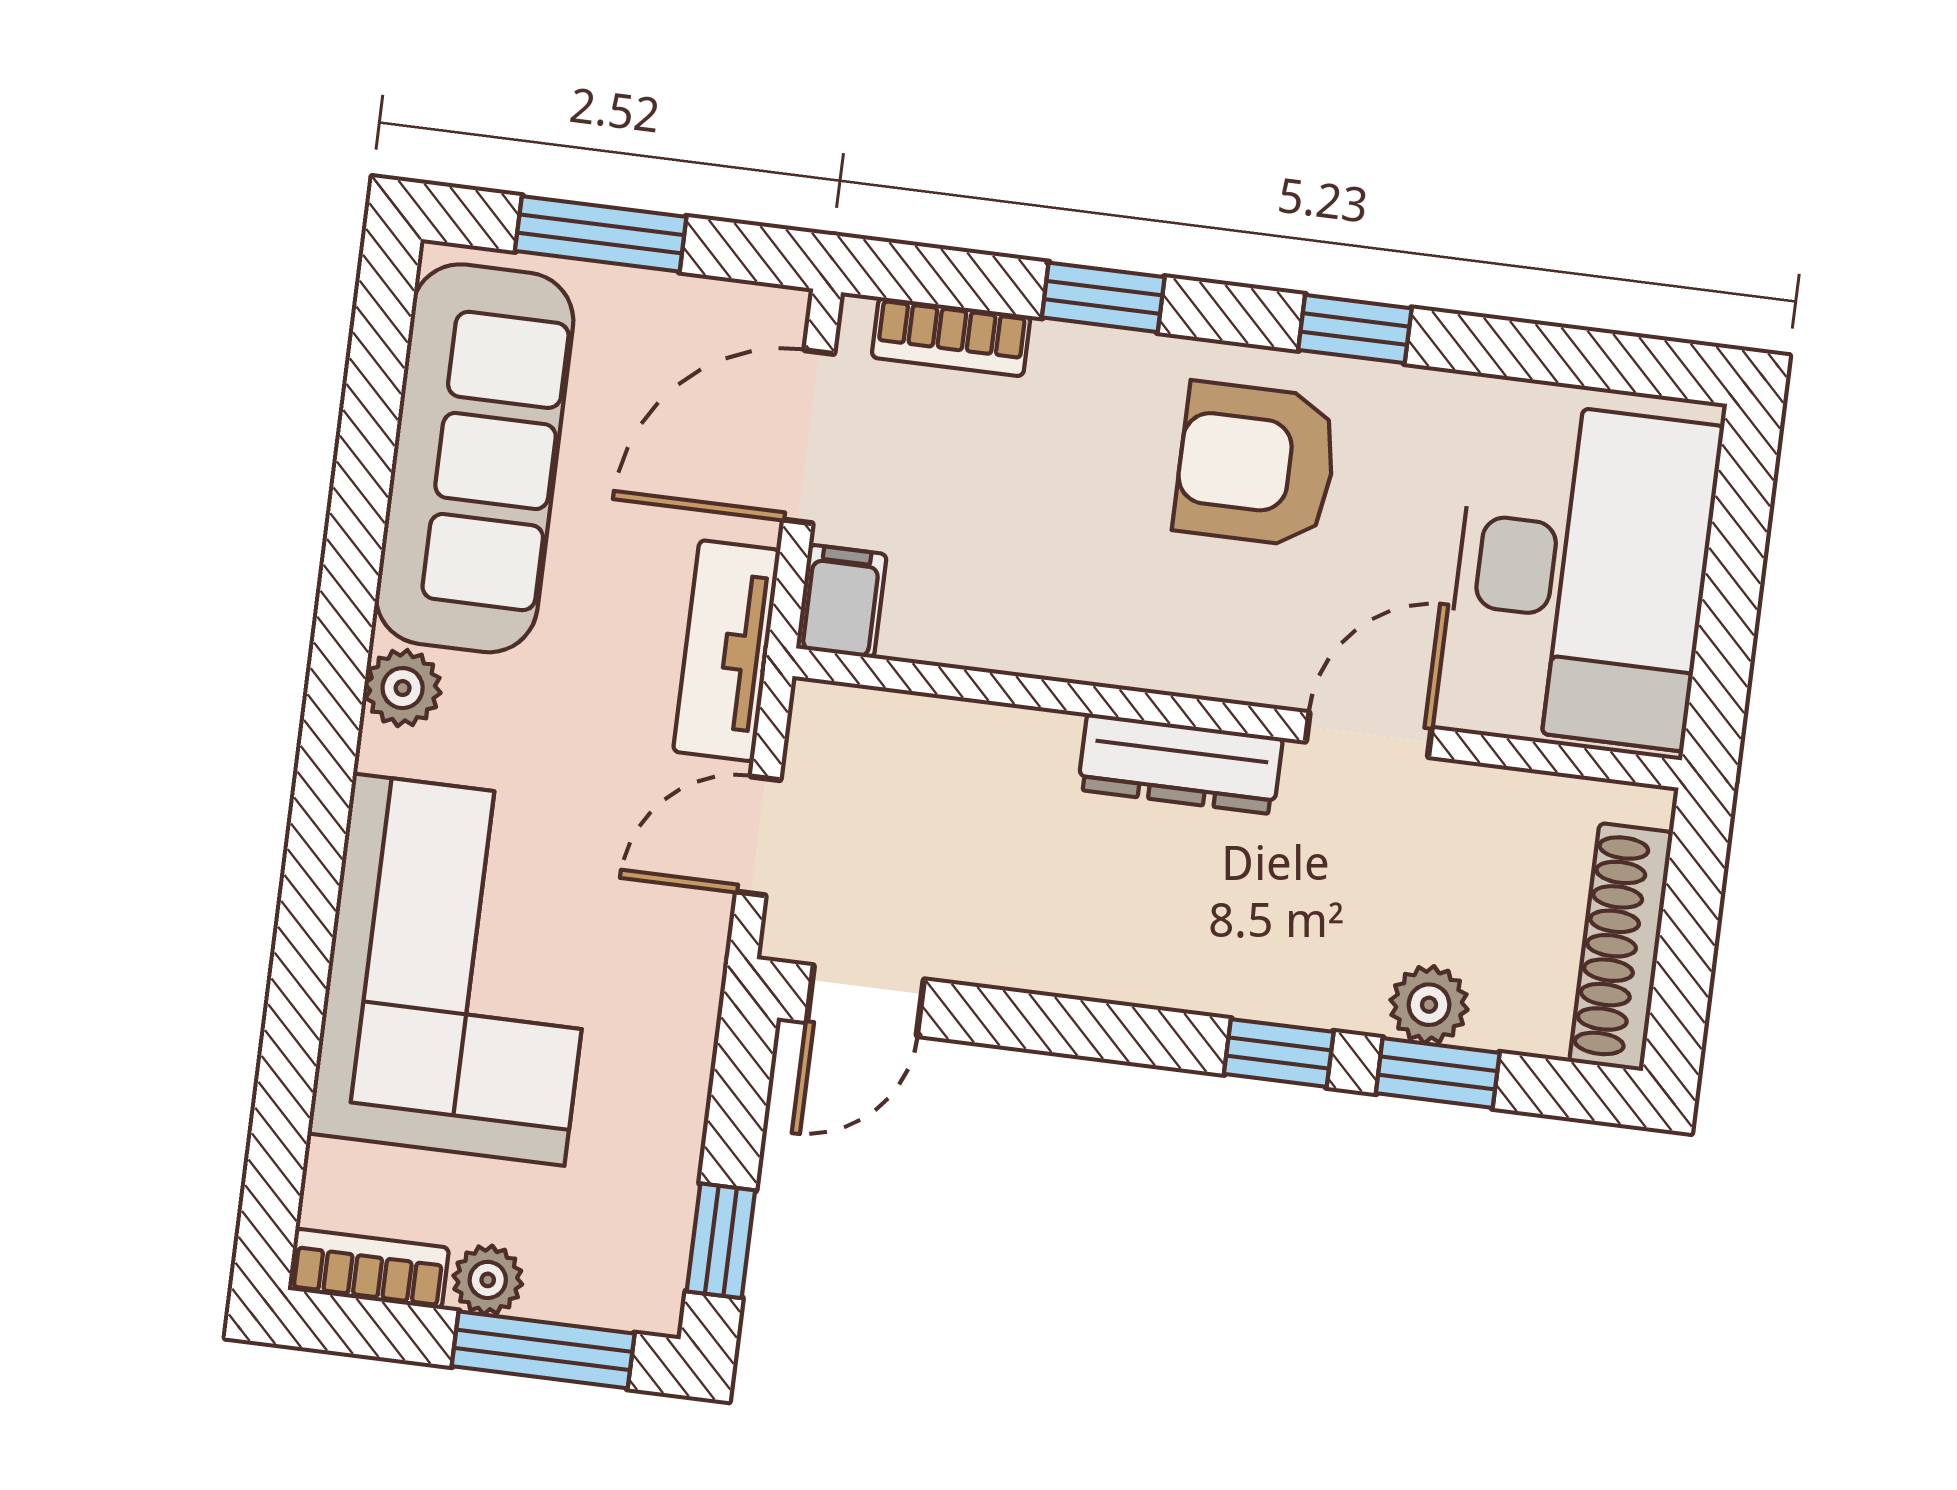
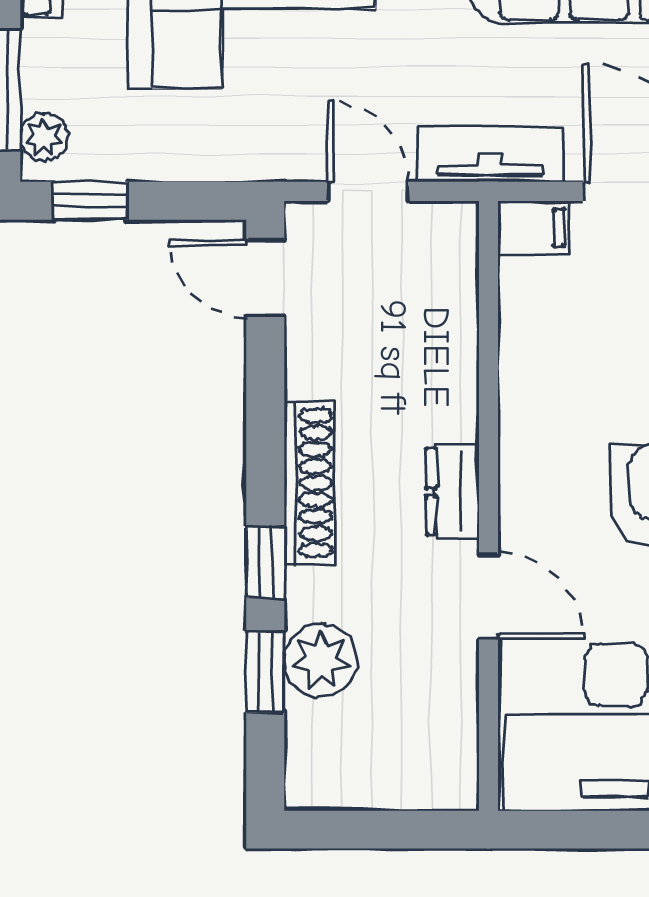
dresser: (1180, 764) -> (453, 492), width x0.70
shoe rack: (1621, 947) -> (310, 483), moved, turned 90
plant: (1429, 1005) -> (321, 660), width x1.38, depth x1.38
plant: (488, 1280) -> (44, 137), moved

